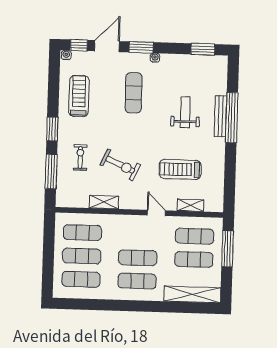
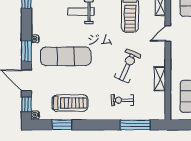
exercise mat: (134, 93) -> (66, 56), width x1.36, depth x1.45
treadmill: (79, 96) -> (70, 103), turned 180
window: (52, 129) -> (62, 125), moved

